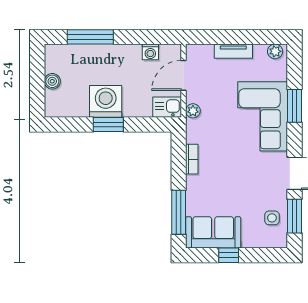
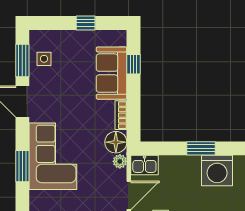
washing machine: (106, 101) -> (217, 170), moved
floor lamp: (197, 131) -> (116, 142), added
window: (179, 212) -> (133, 64), width x0.46
sofa: (213, 232) -> (112, 73), moved, turned 90

